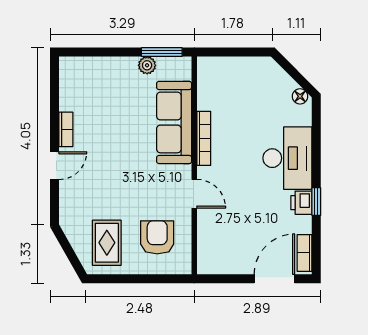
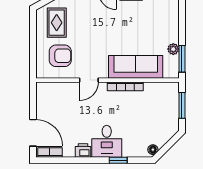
window: (233, 52) -> (182, 105), added
desk: (287, 158) -> (107, 141), width x0.73
window: (316, 202) -> (118, 160), moved
rug: (107, 243) -> (57, 23), turned 90

